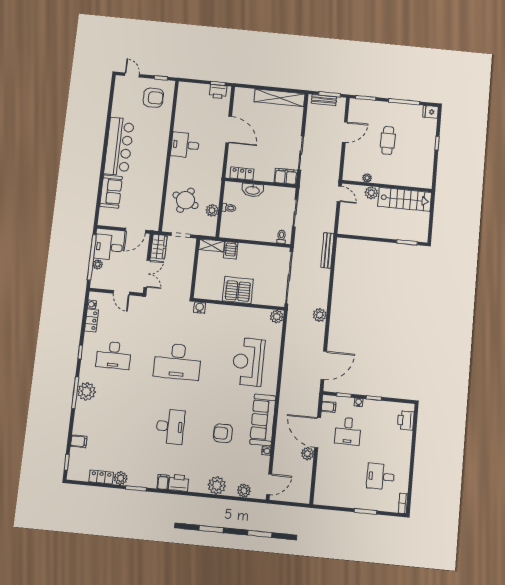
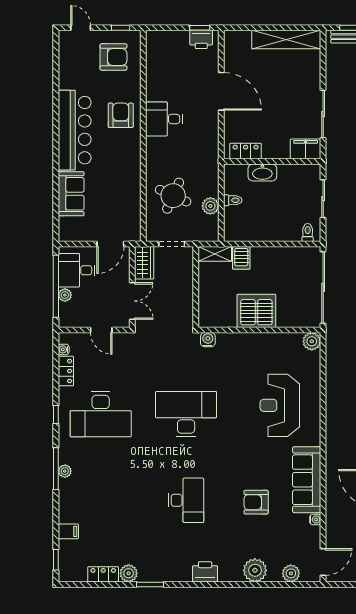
armchair: (154, 139) -> (121, 115), added
desk: (114, 355) -> (101, 414), width x1.36, depth x1.30
desk: (177, 361) -> (186, 414), turned 180
plant: (86, 391) -> (65, 471), width x0.53, depth x0.53
filing cabinet: (163, 482) -> (184, 573), removed

